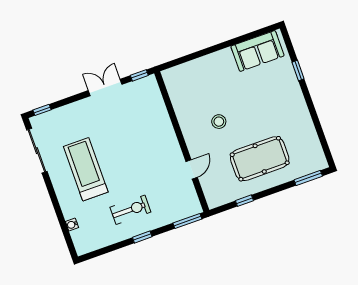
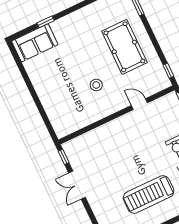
sofa: (257, 51) -> (35, 43), moved, turned 90
window: (244, 201) -> (168, 71), moved

